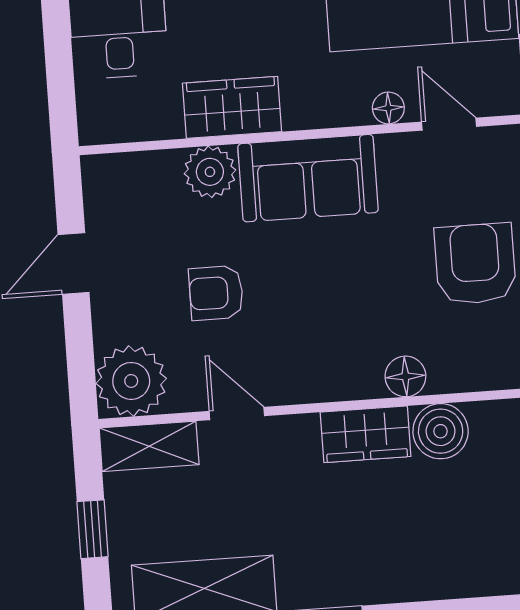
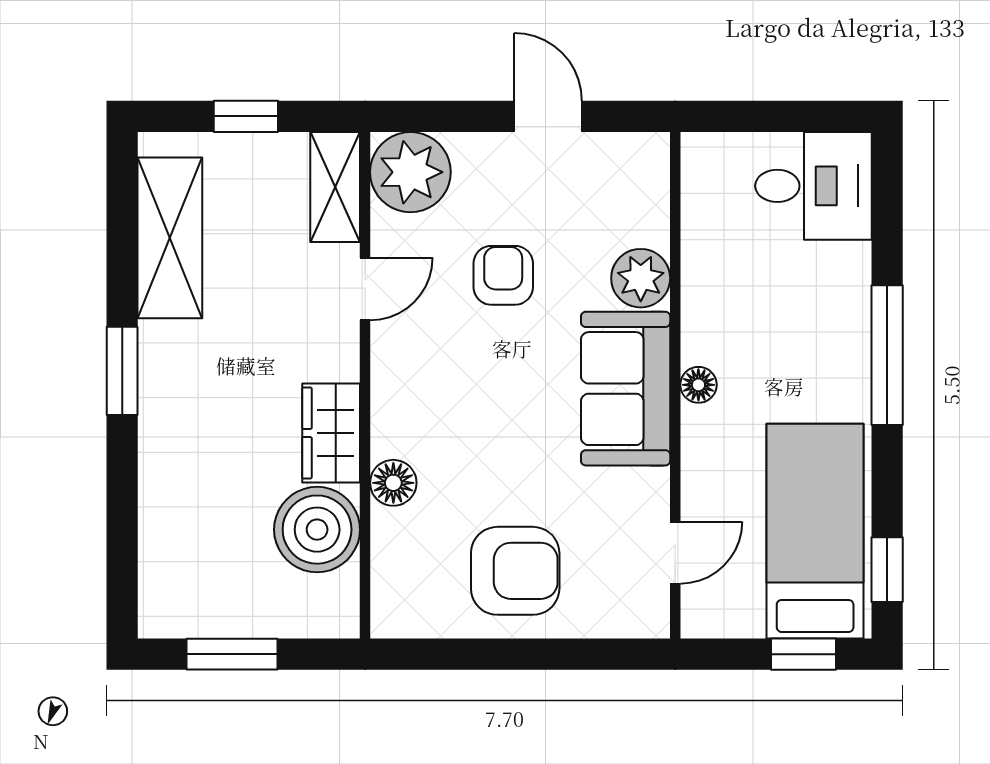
wardrobe: (232, 107) -> (712, 308), removed
floor lamp: (388, 108) -> (698, 385), moved
boiler: (441, 431) -> (317, 530), width x1.37, depth x1.37

